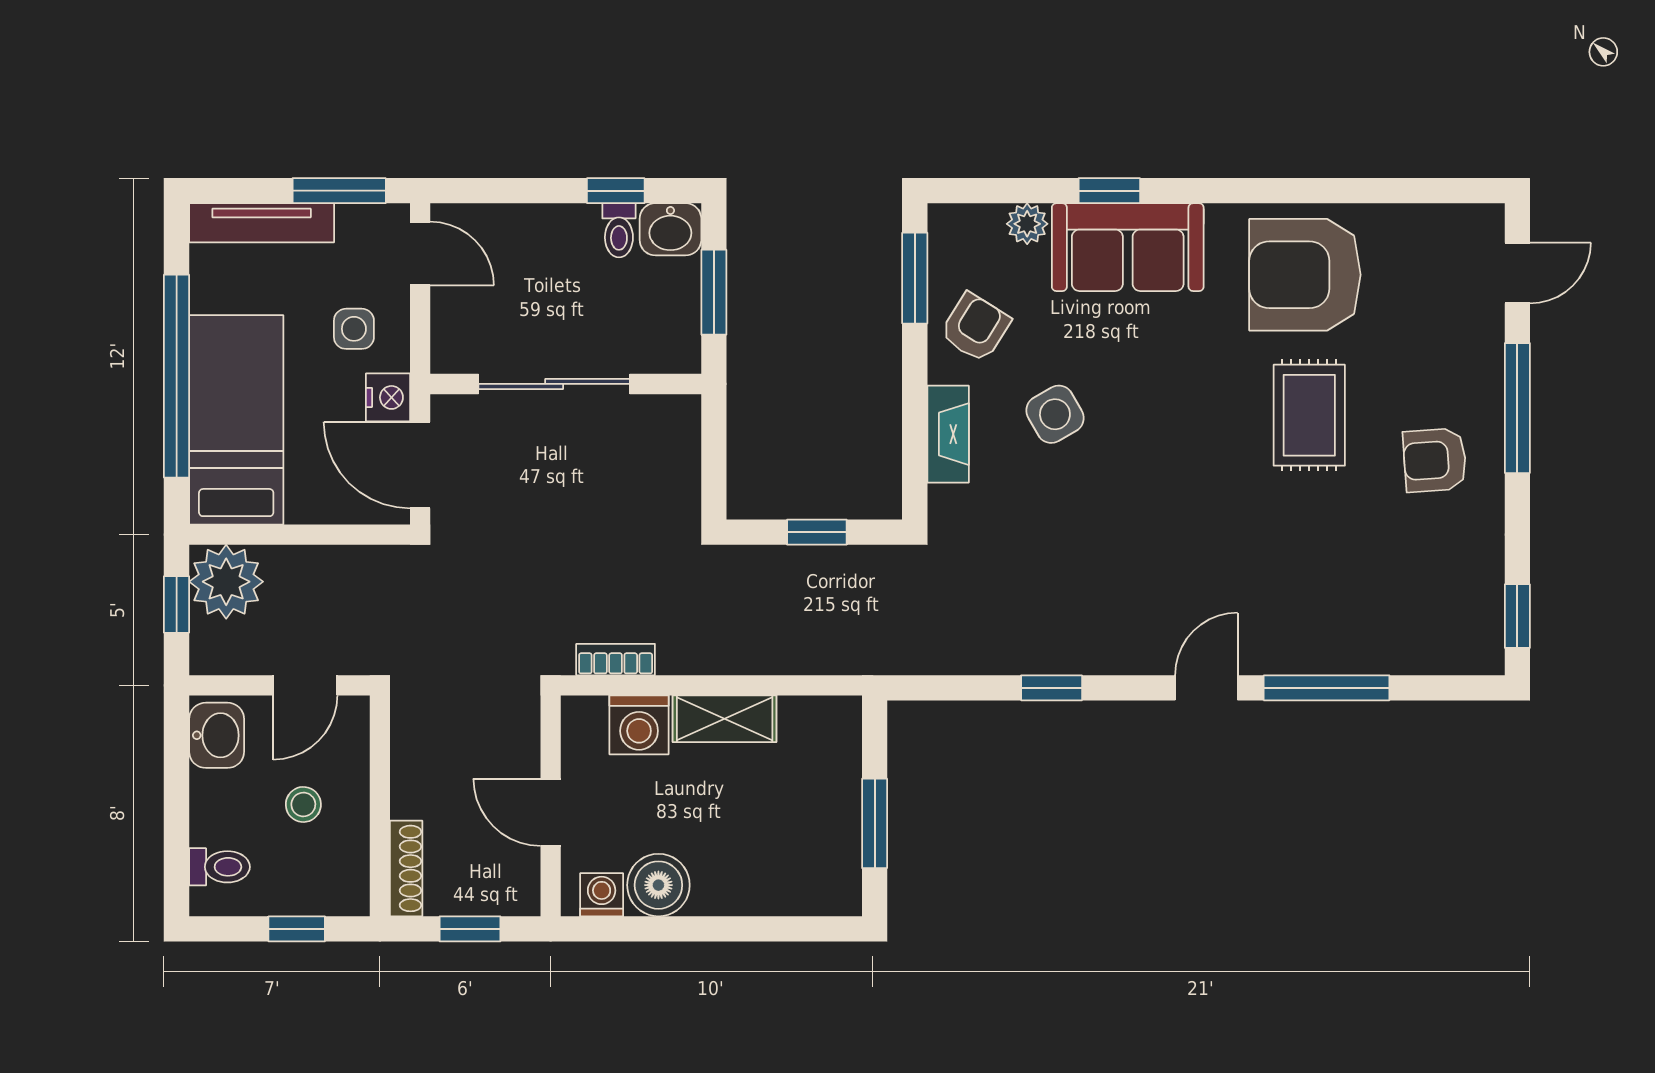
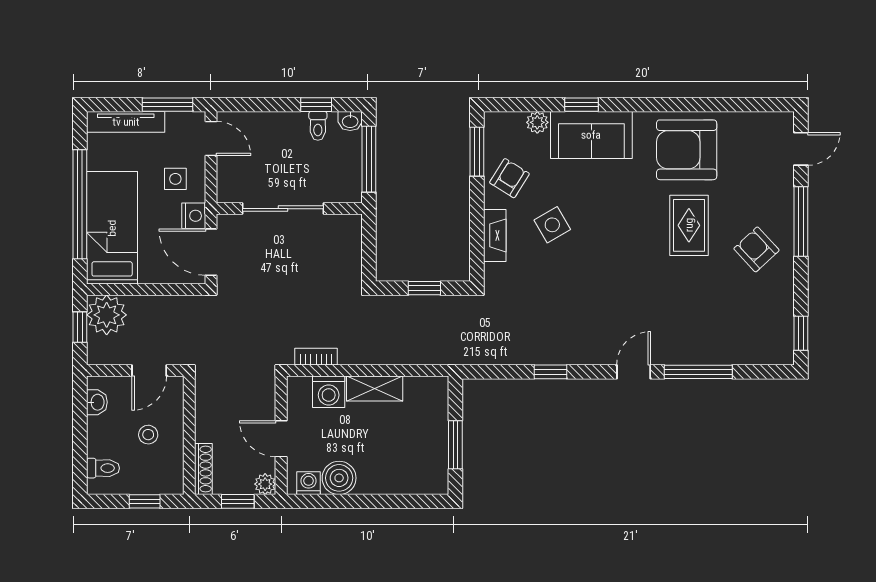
washbasin: (670, 229) -> (350, 121), width x0.72, depth x0.69
window: (714, 292) -> (369, 159), width x1.44
armchair: (1435, 460) -> (756, 249), turned 51
washbasin: (217, 735) -> (97, 402), width x0.72, depth x0.69
plant: (521, 897) -> (265, 484), added

